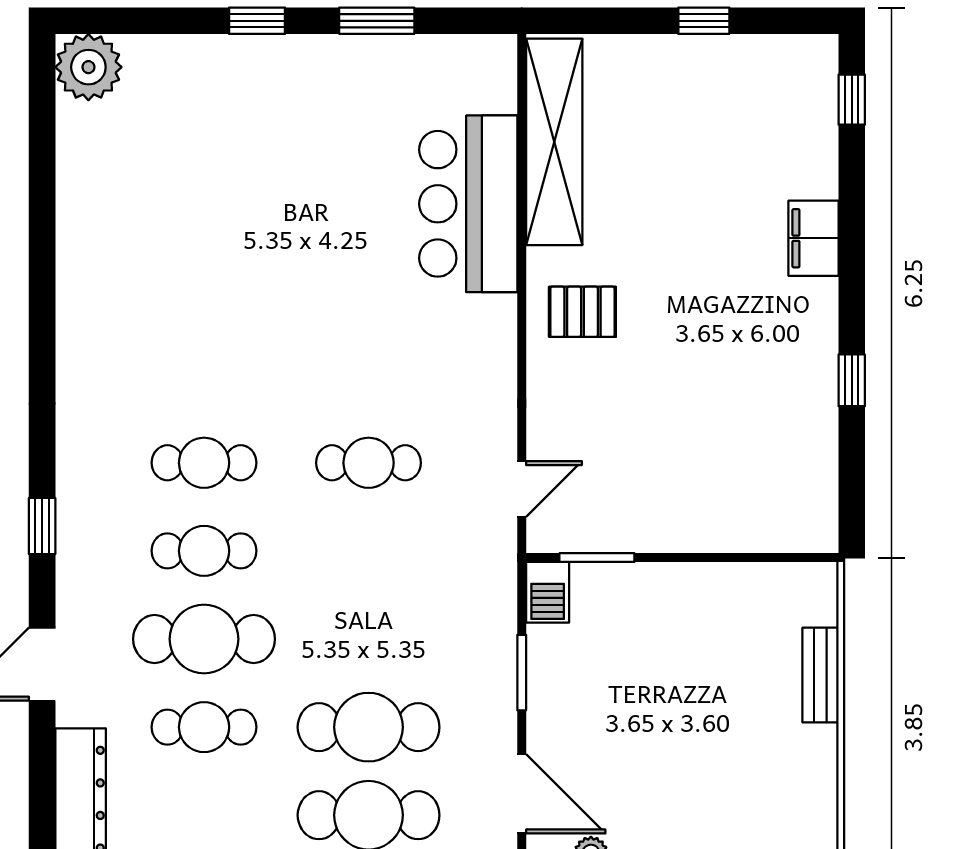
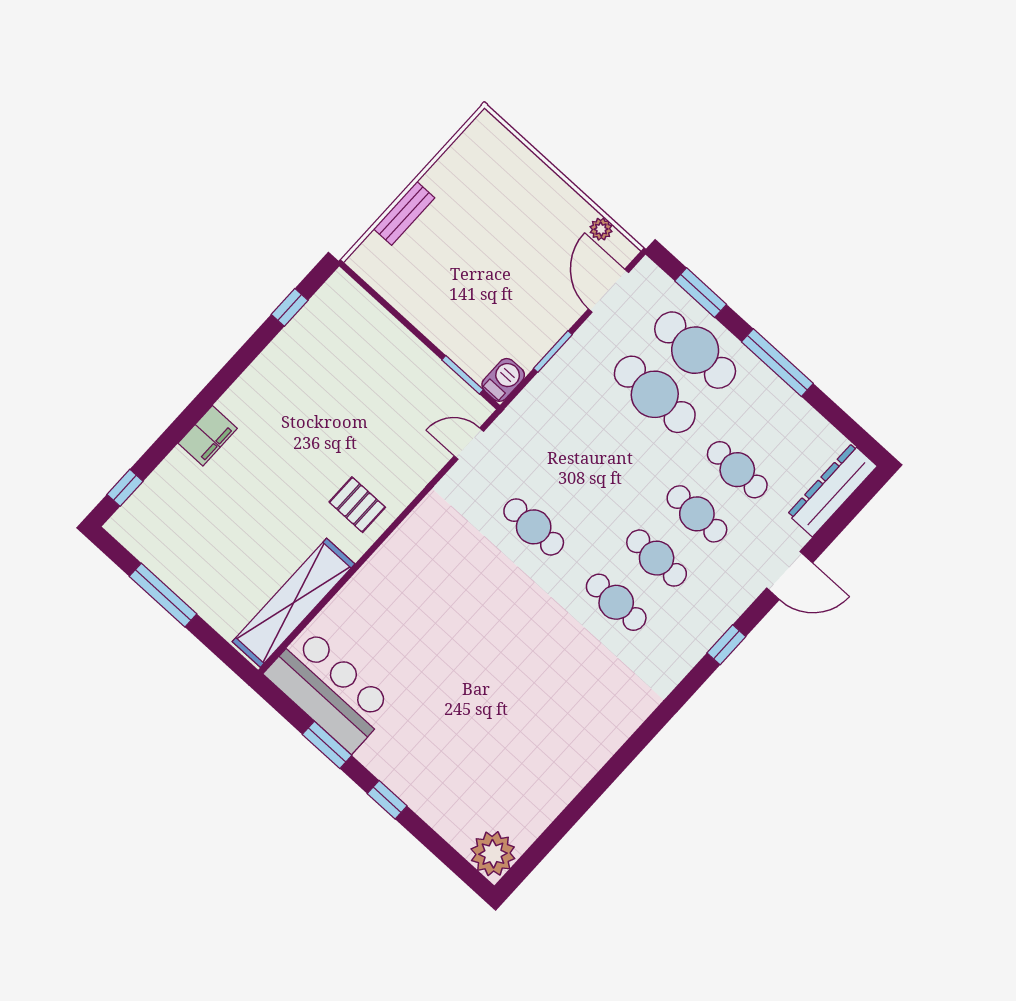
window: (704, 21) -> (163, 595), width x2.17
bar counter: (468, 204) -> (329, 690), moved, turned -90
window: (852, 380) -> (290, 307), moved
cafe table: (204, 639) -> (697, 514), width x0.73, depth x0.74

